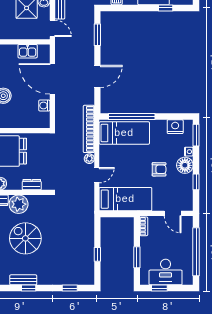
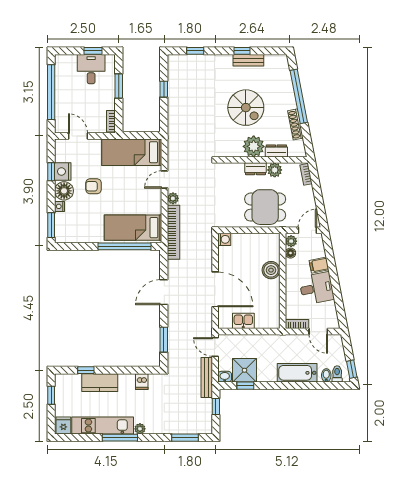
washing machine: (44, 105) -> (224, 239), moved
nightstand: (175, 127) -> (63, 171), moved, turned 90
dresser: (32, 185) -> (256, 169), moved
desk: (166, 272) -> (91, 69), width x0.73

